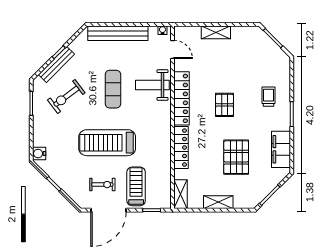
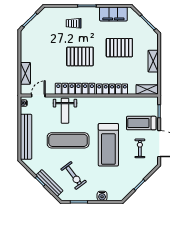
shelving: (216, 32) -> (25, 73), moved
exercise mat: (113, 89) -> (68, 140), width x1.36, depth x1.45
pallet: (225, 105) -> (80, 56), width x1.50, depth x1.42
water cooler: (39, 153) -> (102, 196), moved

